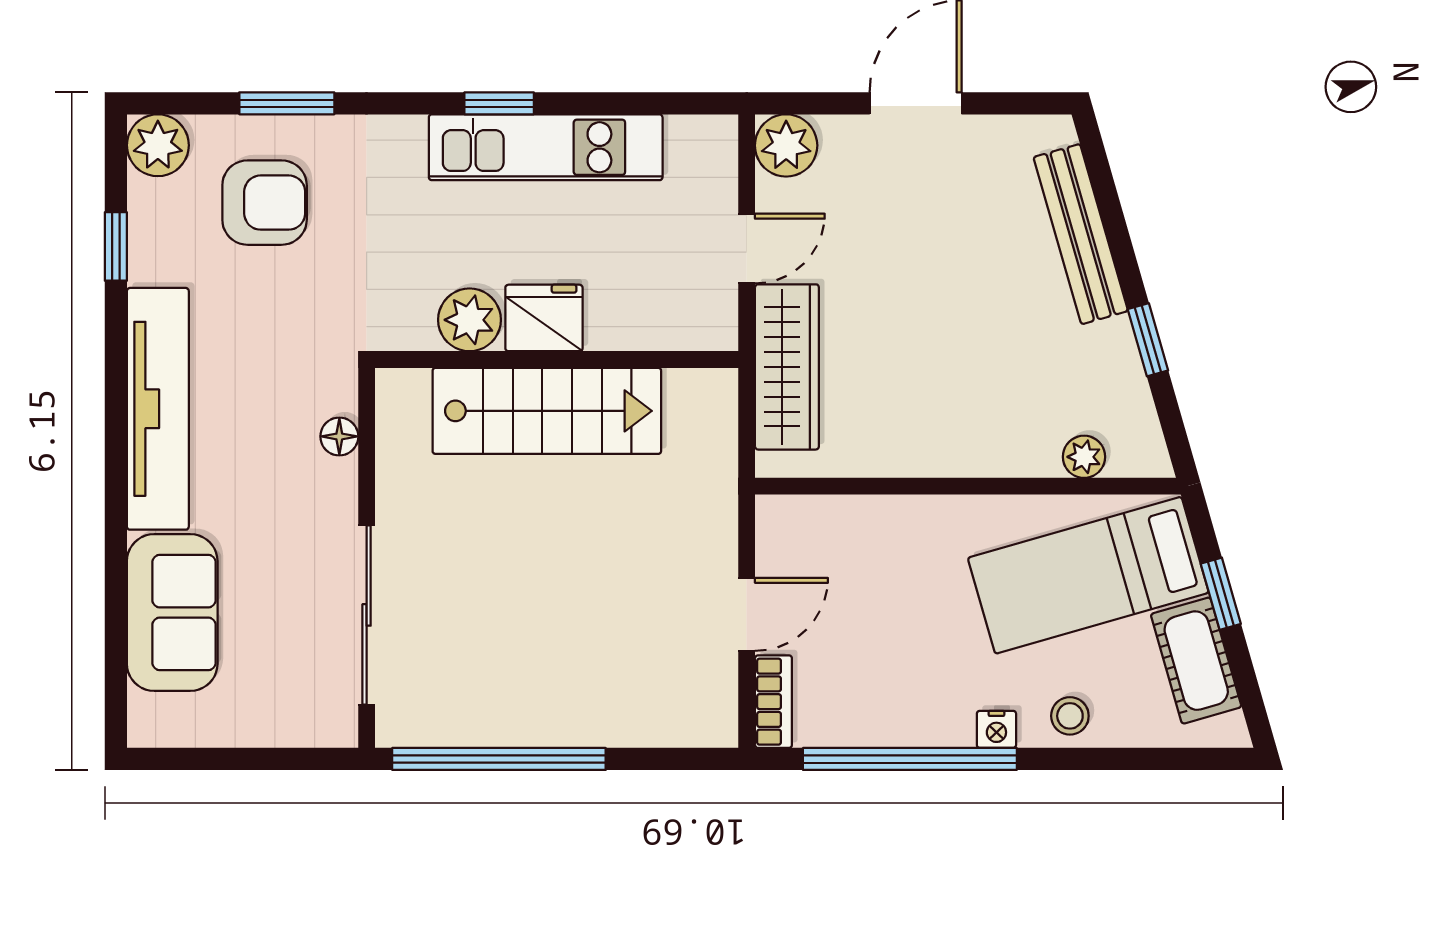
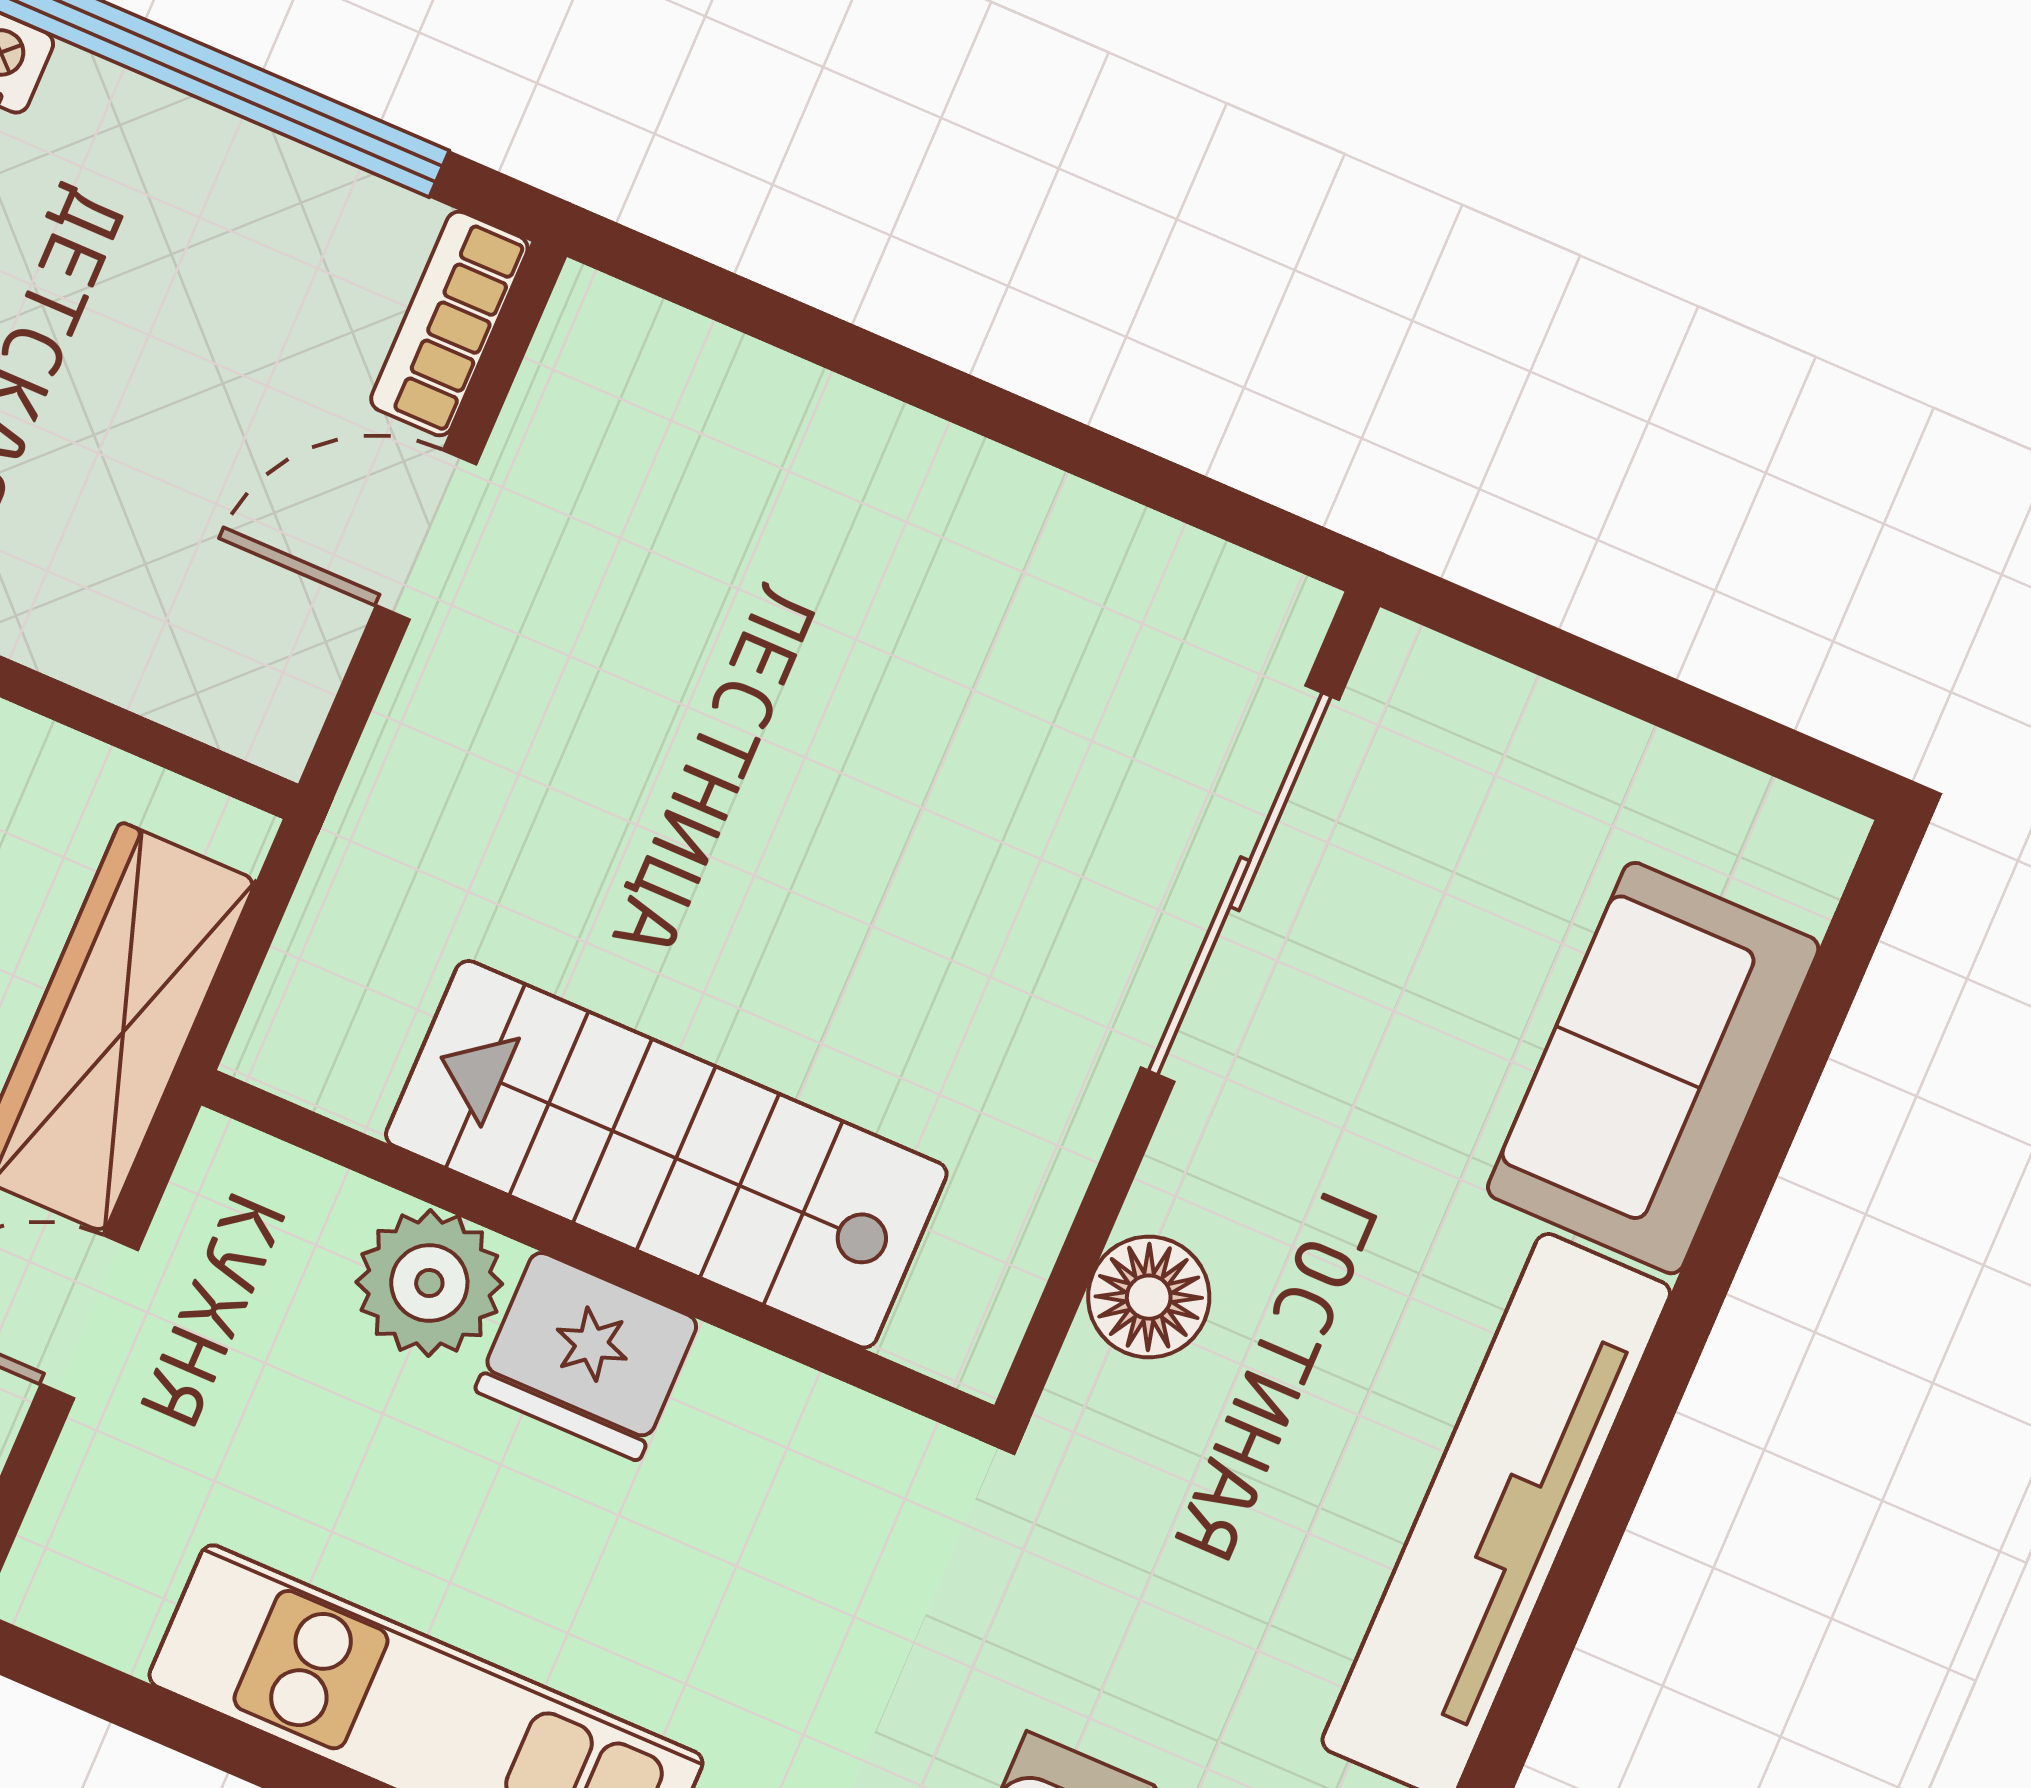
plant: (470, 320) -> (429, 1283), moved
floor lamp: (339, 436) -> (1149, 1297), width x1.37, depth x1.37
window: (499, 759) -> (1089, 454), removed

